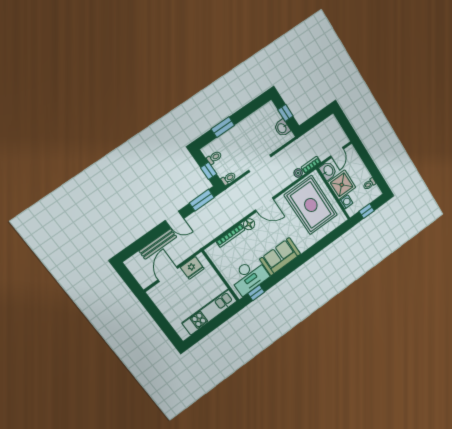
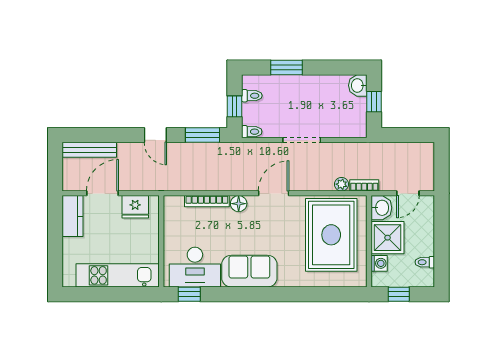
washbasin: (282, 128) -> (358, 85), moved
door: (264, 205) -> (274, 193), swing flipped
bench: (158, 244) -> (89, 150), moved
kitchen counter: (160, 299) -> (73, 216), added

